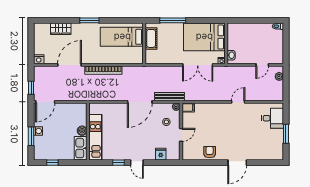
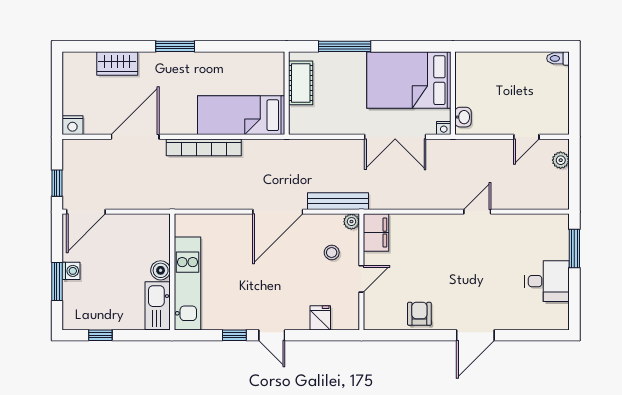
bed: (122, 37) -> (241, 115), moved
filing cabinet: (188, 107) -> (376, 233), width x2.00
desk: (272, 118) -> (547, 281), moved
window: (286, 134) -> (574, 249), moved

